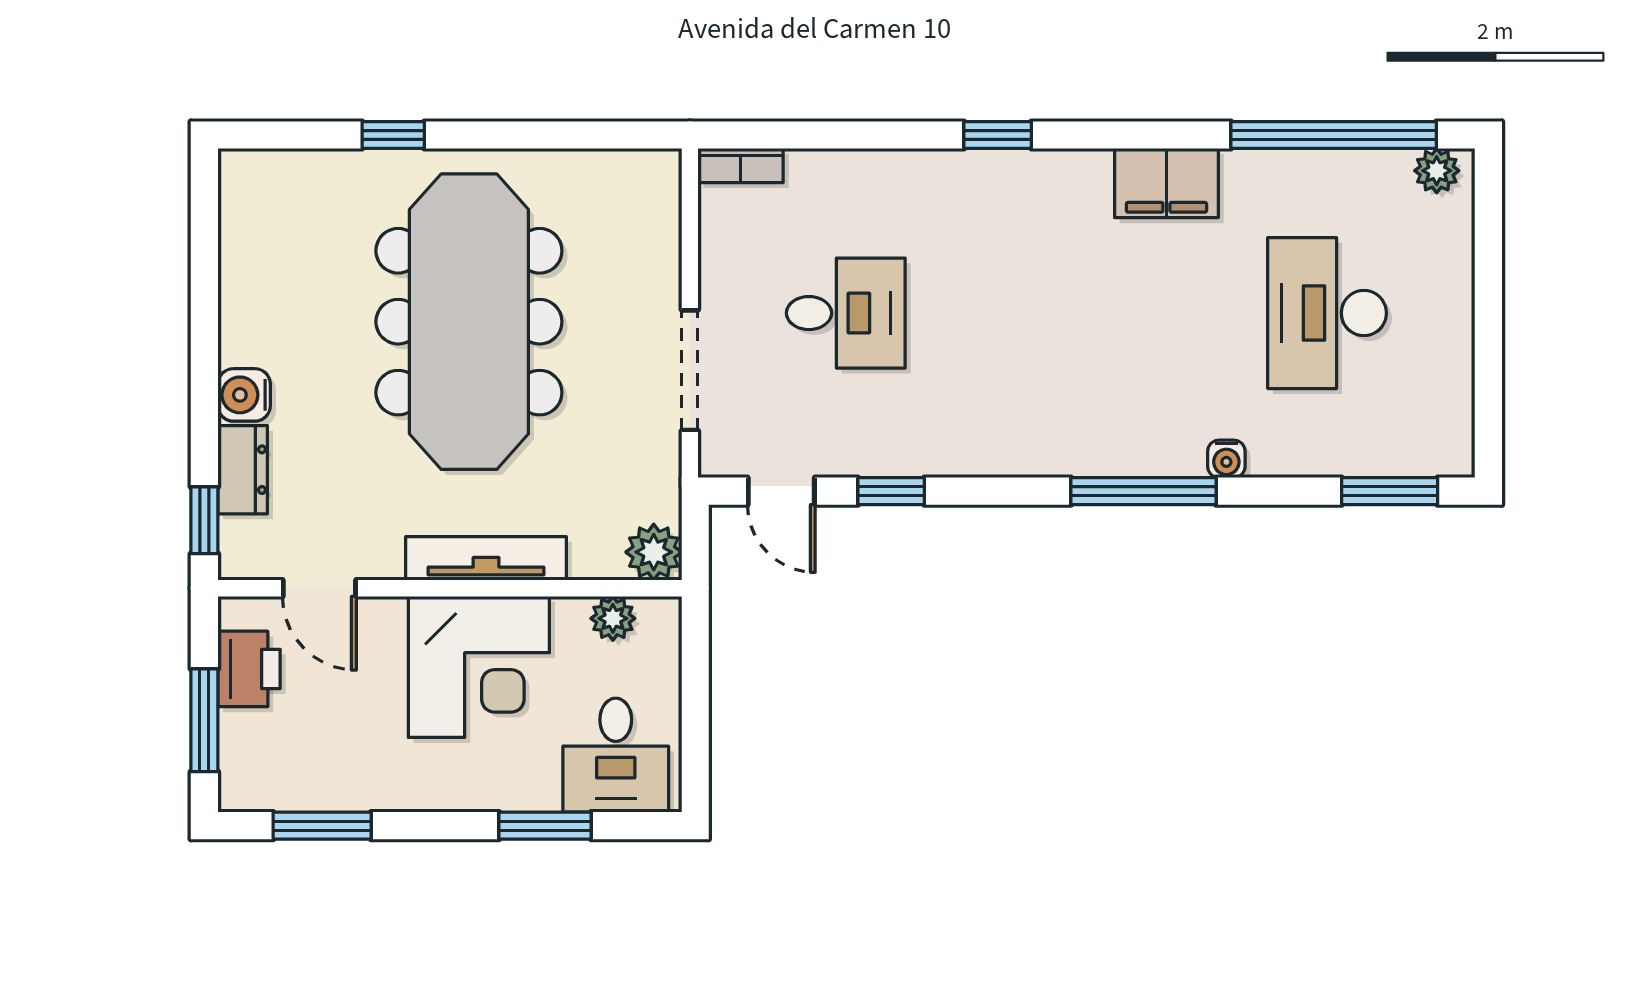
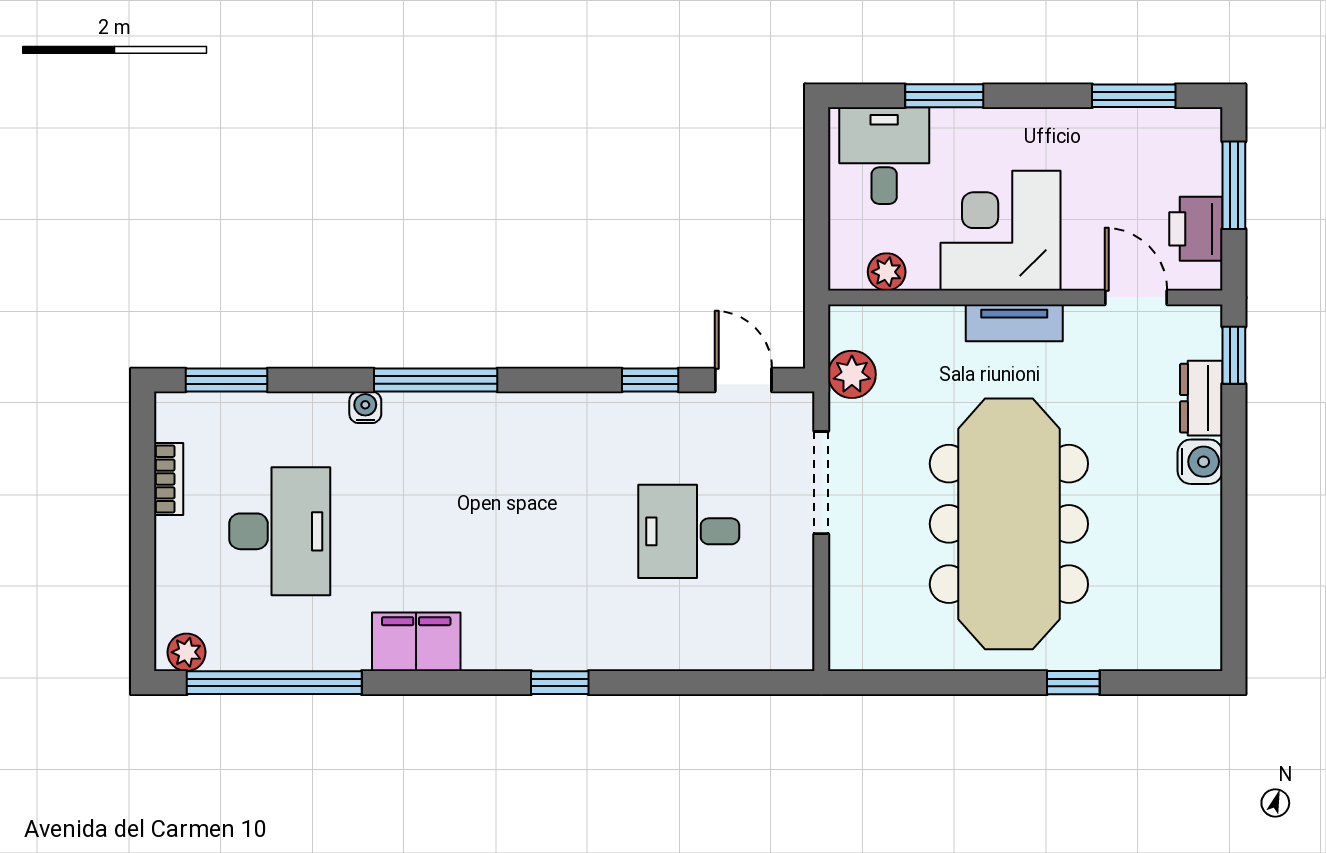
bookcase: (741, 166) -> (169, 479), moved, turned 90
plant: (654, 552) -> (852, 374), moved
tv unit: (486, 558) -> (1014, 323), width x0.71

